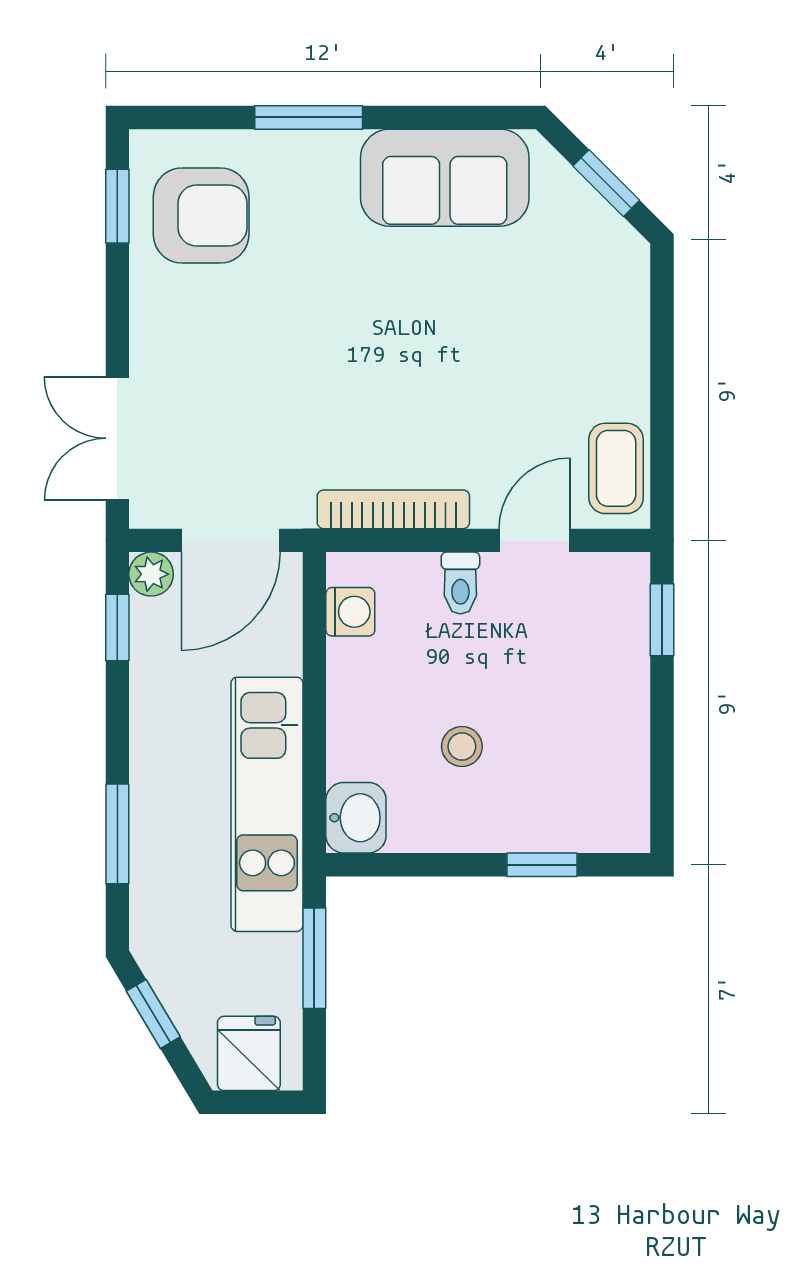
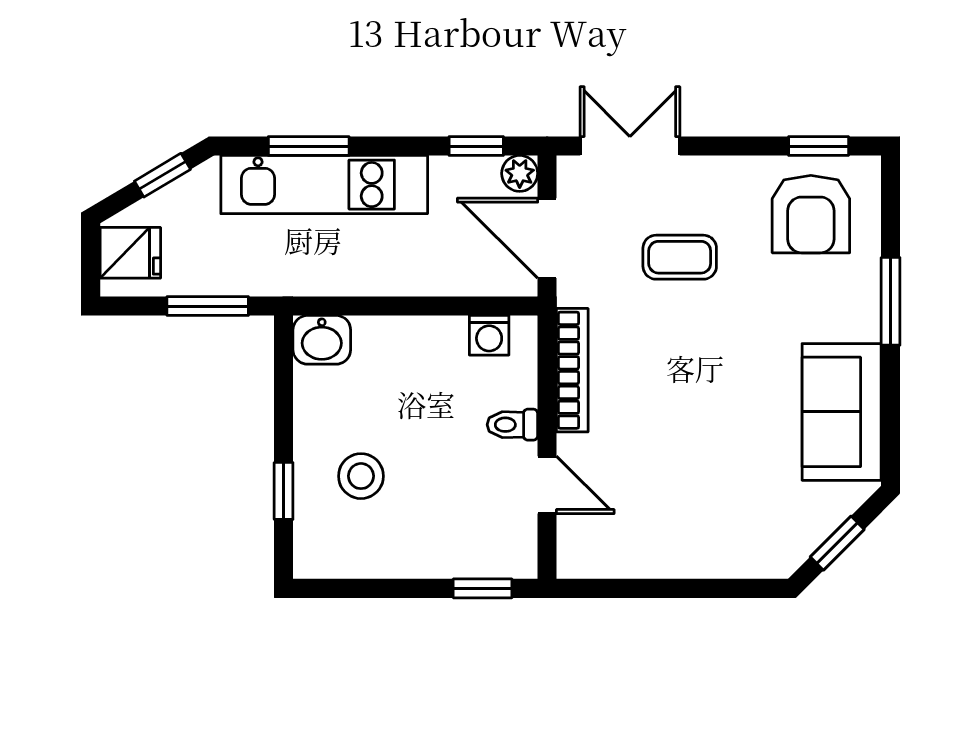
coffee table: (616, 468) -> (680, 257), moved
stool: (462, 747) -> (361, 476), moved, width x1.37, depth x1.37
kitchen unit: (267, 804) -> (324, 185), moved, turned 180

